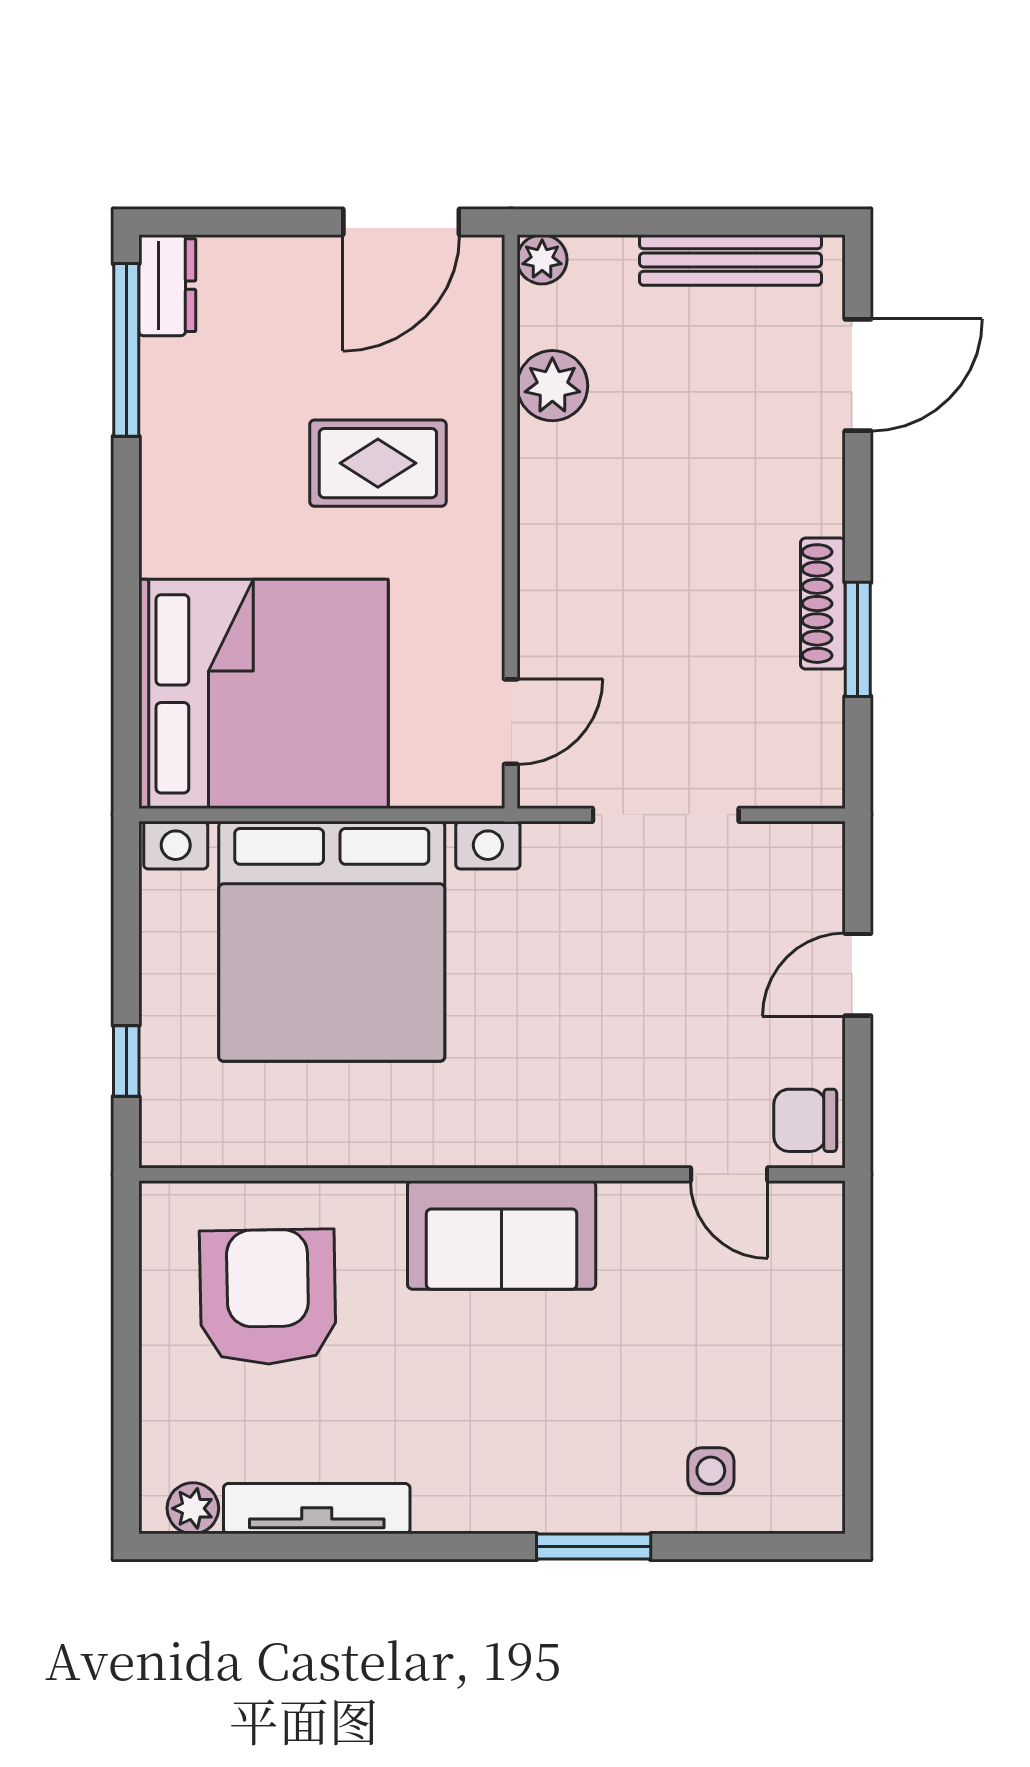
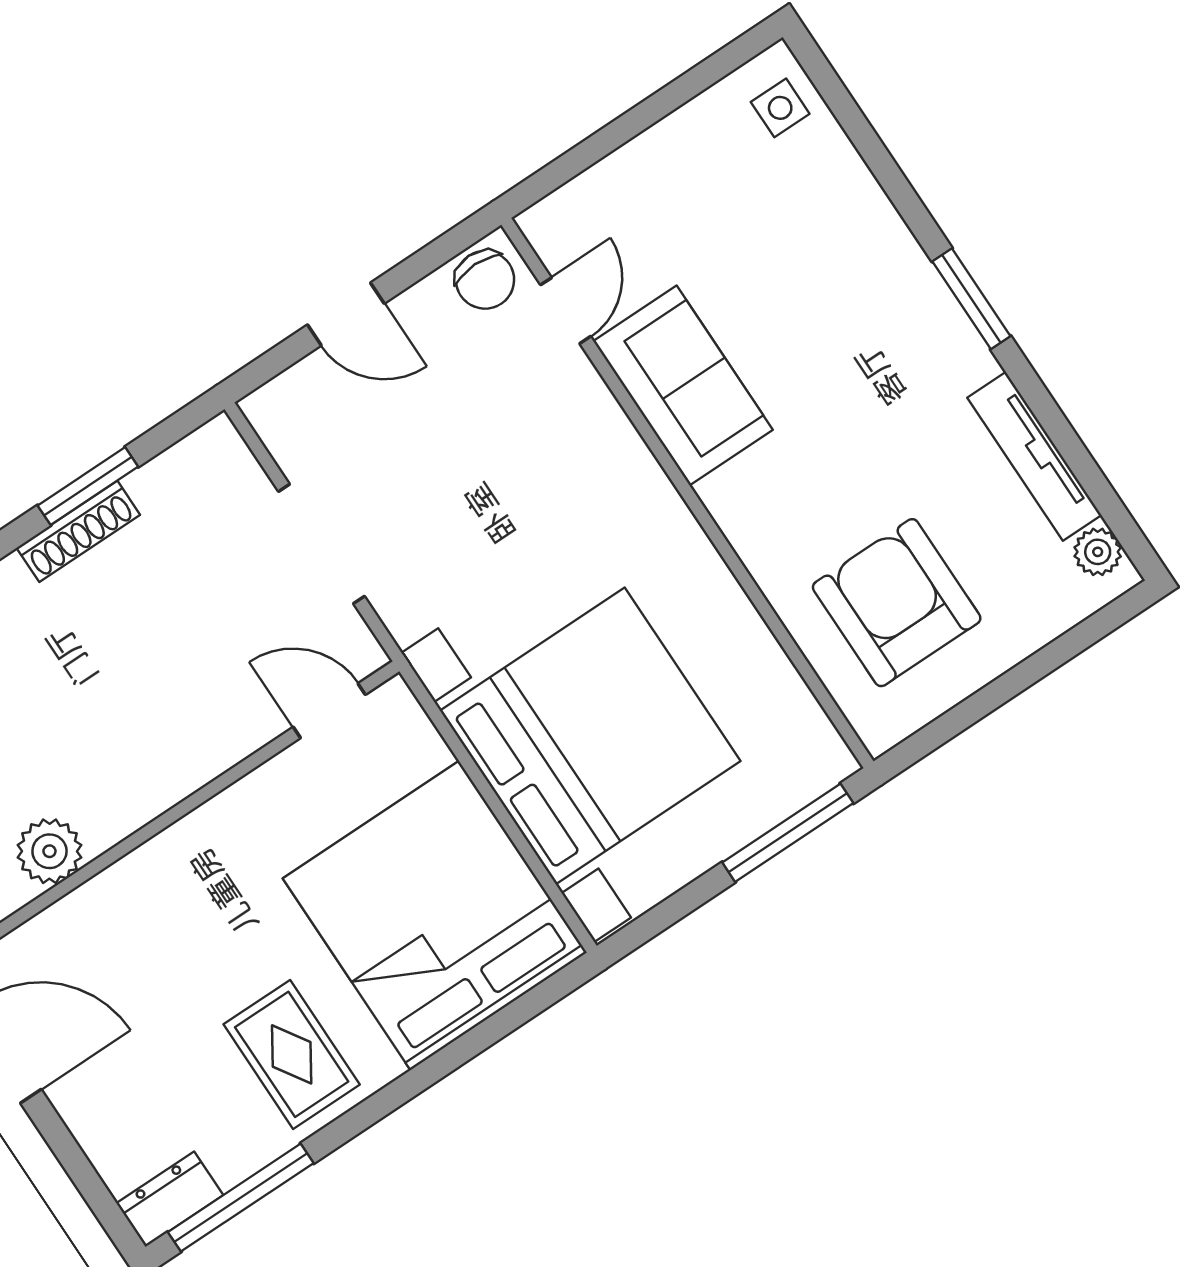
rug: (378, 463) -> (292, 1054), moved
window: (126, 1061) -> (788, 833), width x2.17
sofa: (502, 1235) -> (683, 385), moved
armchair: (268, 1297) -> (897, 603), turned 91
side table: (711, 1471) -> (780, 108), moved
window: (594, 1547) -> (971, 299), moved

